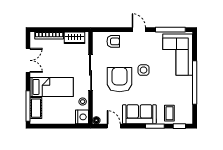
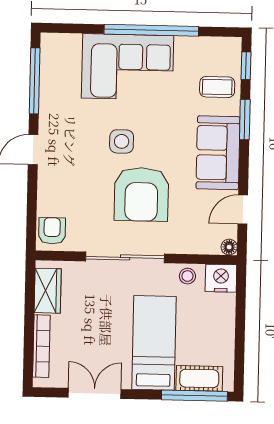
armchair: (113, 41) -> (52, 231), moved
corner sofa: (178, 55) -> (128, 67), moved
armchair: (120, 80) -> (141, 194), turned -90

